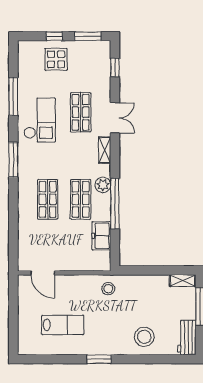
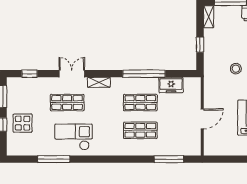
window: (13, 160) -> (169, 159), moved
plant: (103, 185) -> (128, 84), removed
window: (150, 270) -> (200, 45), added
door: (43, 273) -> (202, 119), moved
stool: (108, 289) -> (236, 69), moved

